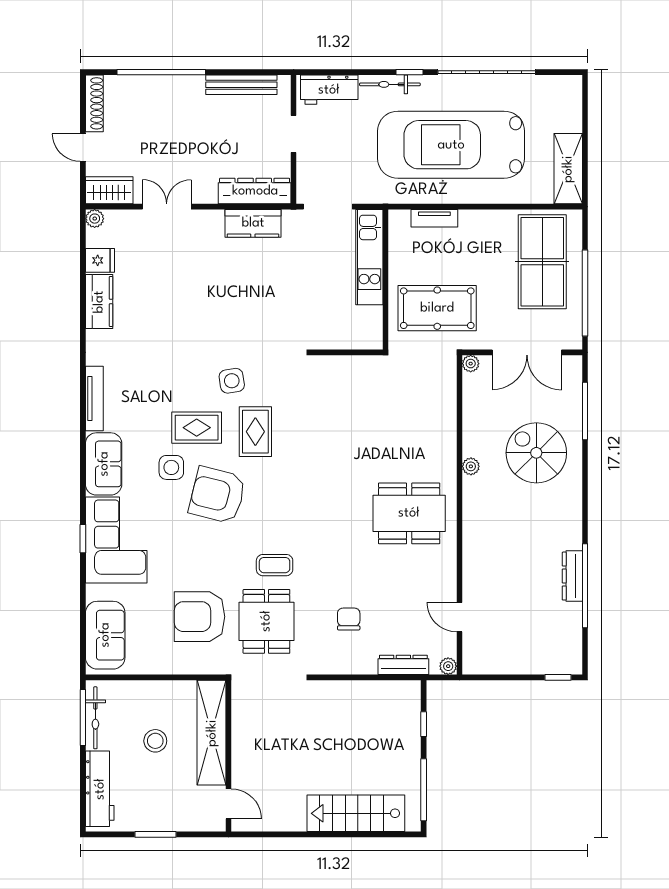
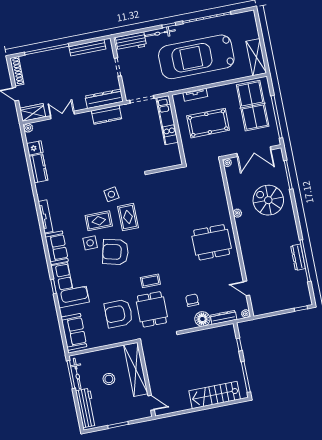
pool table: (437, 308) -> (208, 123), moved
floor lamp: (361, 660) -> (202, 319), added

